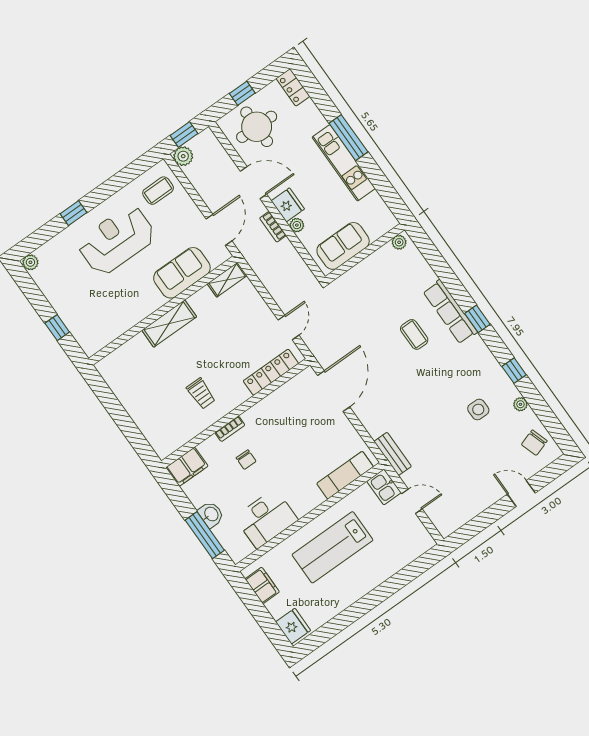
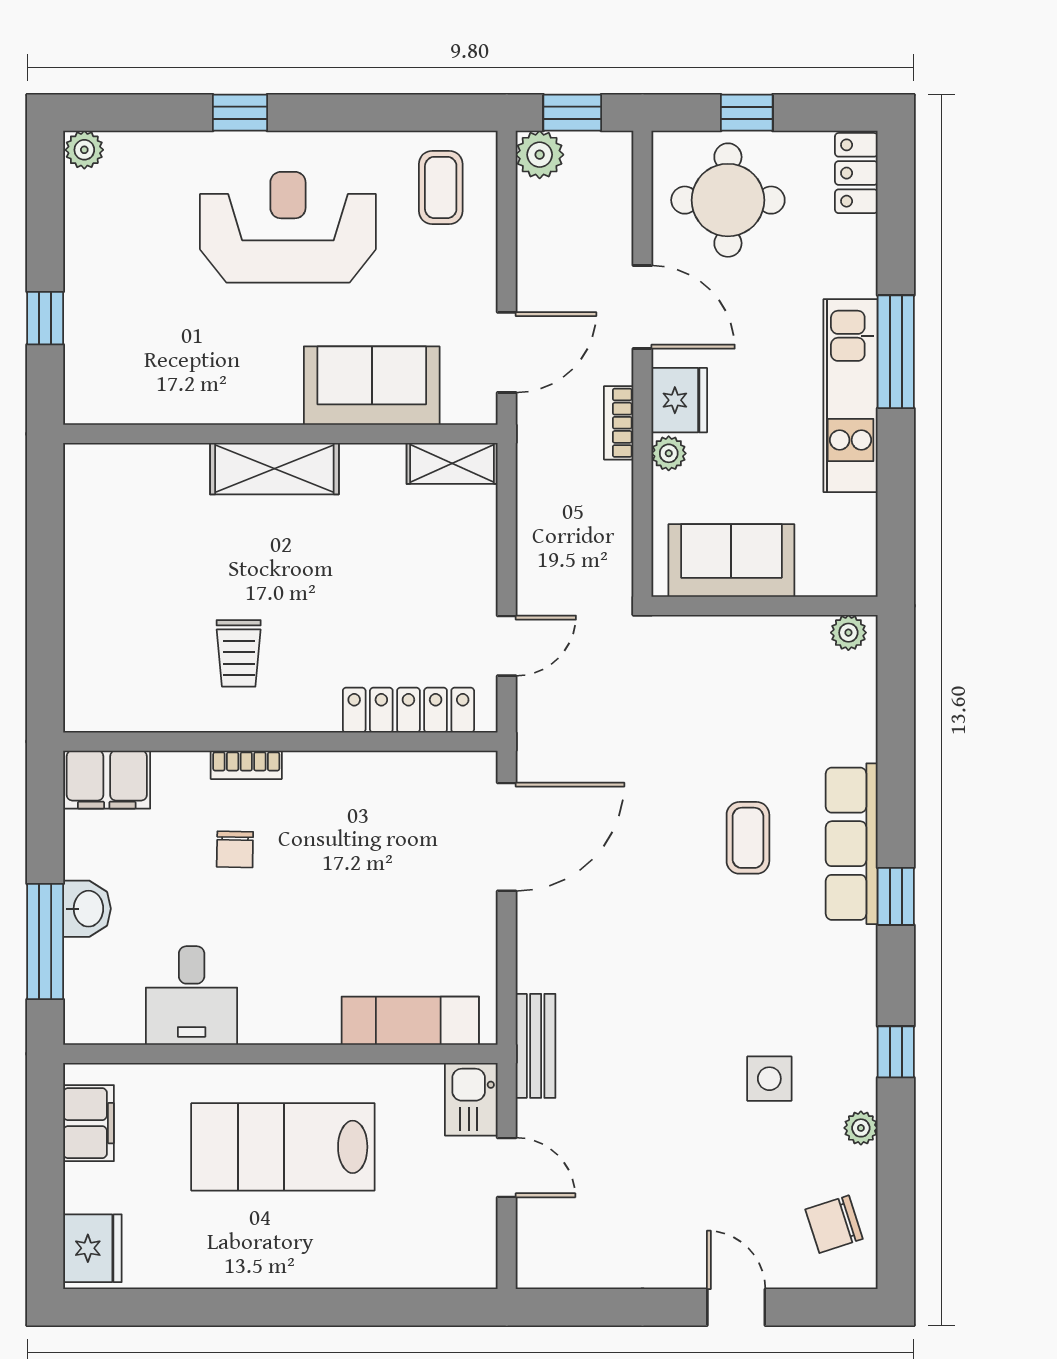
coffee table: (158, 191) -> (441, 187), turned 90
desk: (266, 519) -> (192, 995), width x0.73

